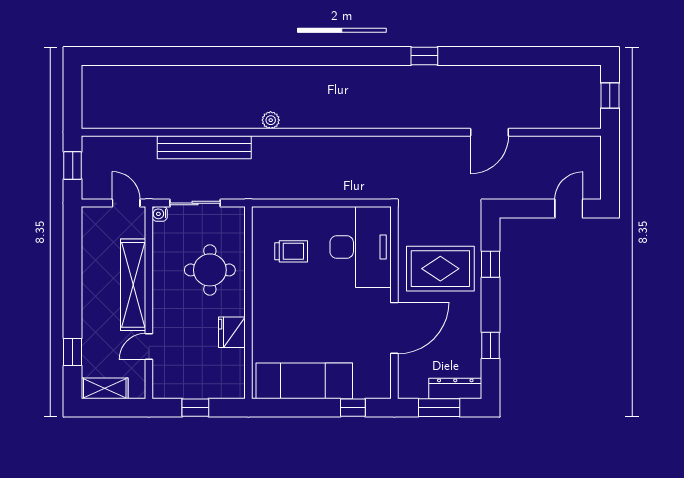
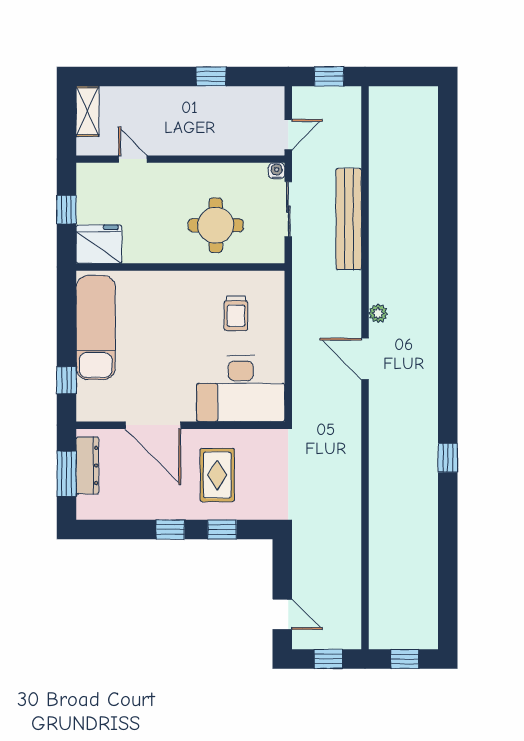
plant: (271, 120) -> (378, 313), moved
door: (489, 132) -> (365, 359), moved
window: (610, 166) -> (328, 659), added
rug: (440, 269) -> (217, 475), width x0.73, depth x0.70
shelving: (133, 285) -> (200, 142), removed
fridge: (232, 332) -> (99, 244), moved, width x1.36, depth x1.34
window: (491, 345) -> (170, 529), moved
window: (73, 352) -> (211, 76), moved
dresser: (455, 388) -> (87, 465), moved

